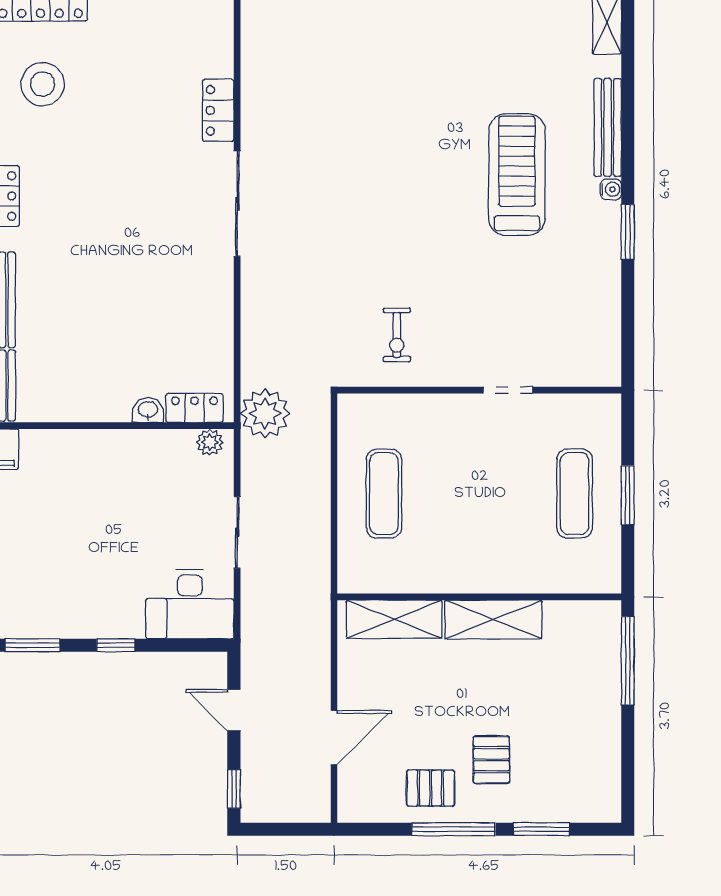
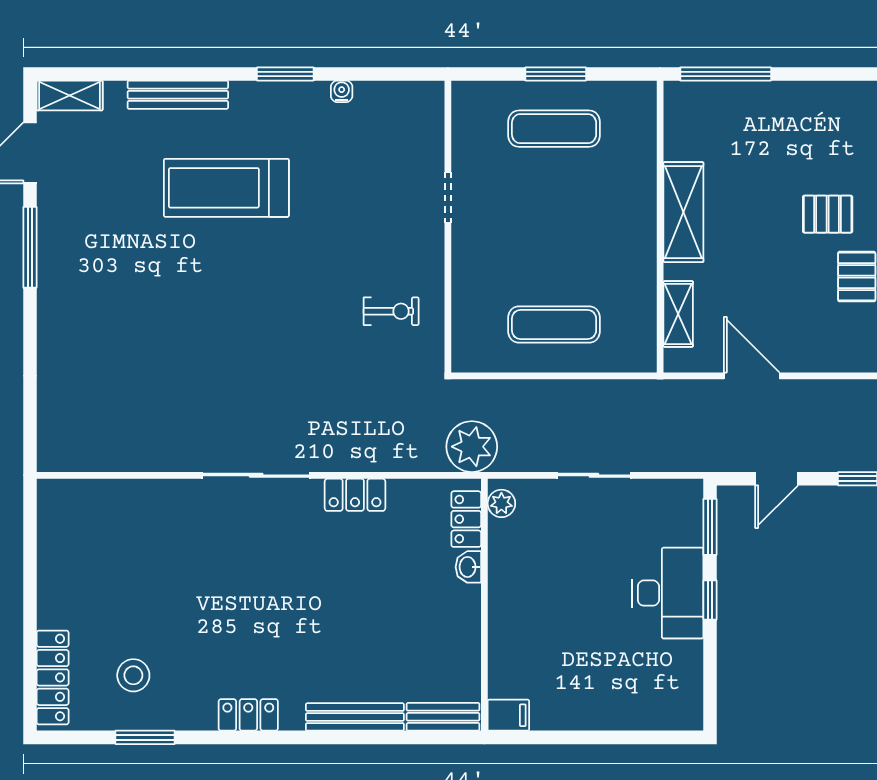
stool: (43, 84) -> (133, 675), width x0.73, depth x0.73
locker: (218, 110) -> (355, 495), moved
water cooler: (611, 189) -> (342, 91), moved
desk: (190, 604) -> (668, 593), moved
shelving: (394, 619) -> (678, 314), width x0.67, depth x0.75
window: (32, 645) -> (710, 527), moved
door: (334, 738) -> (752, 376), moved

